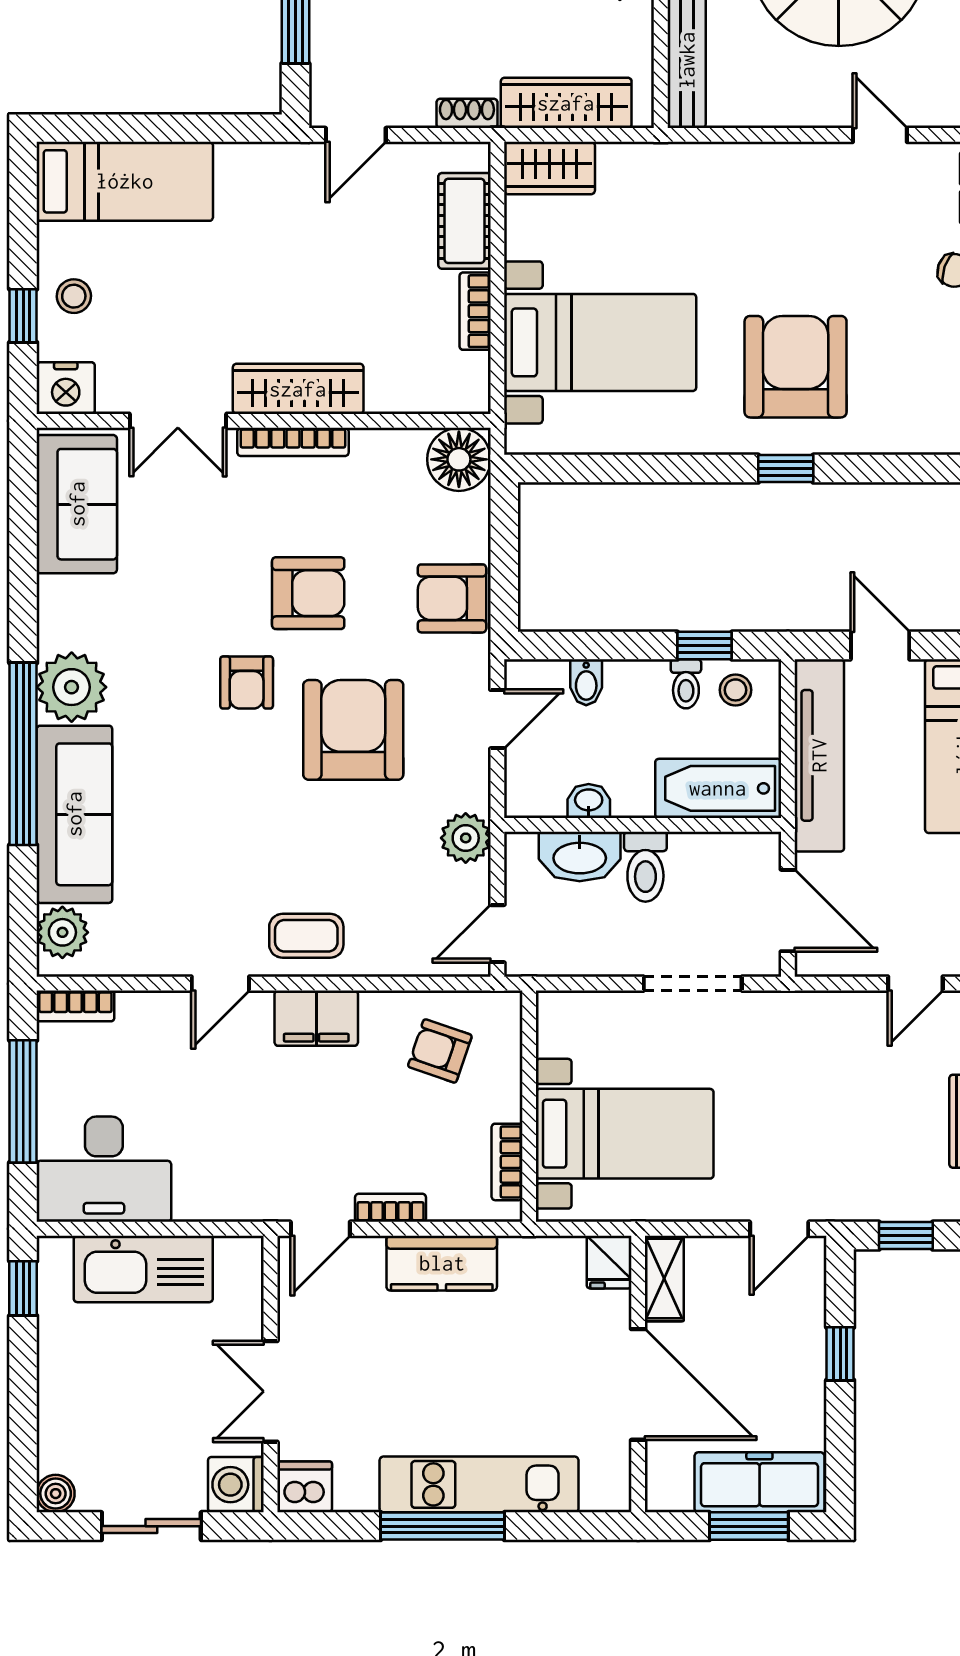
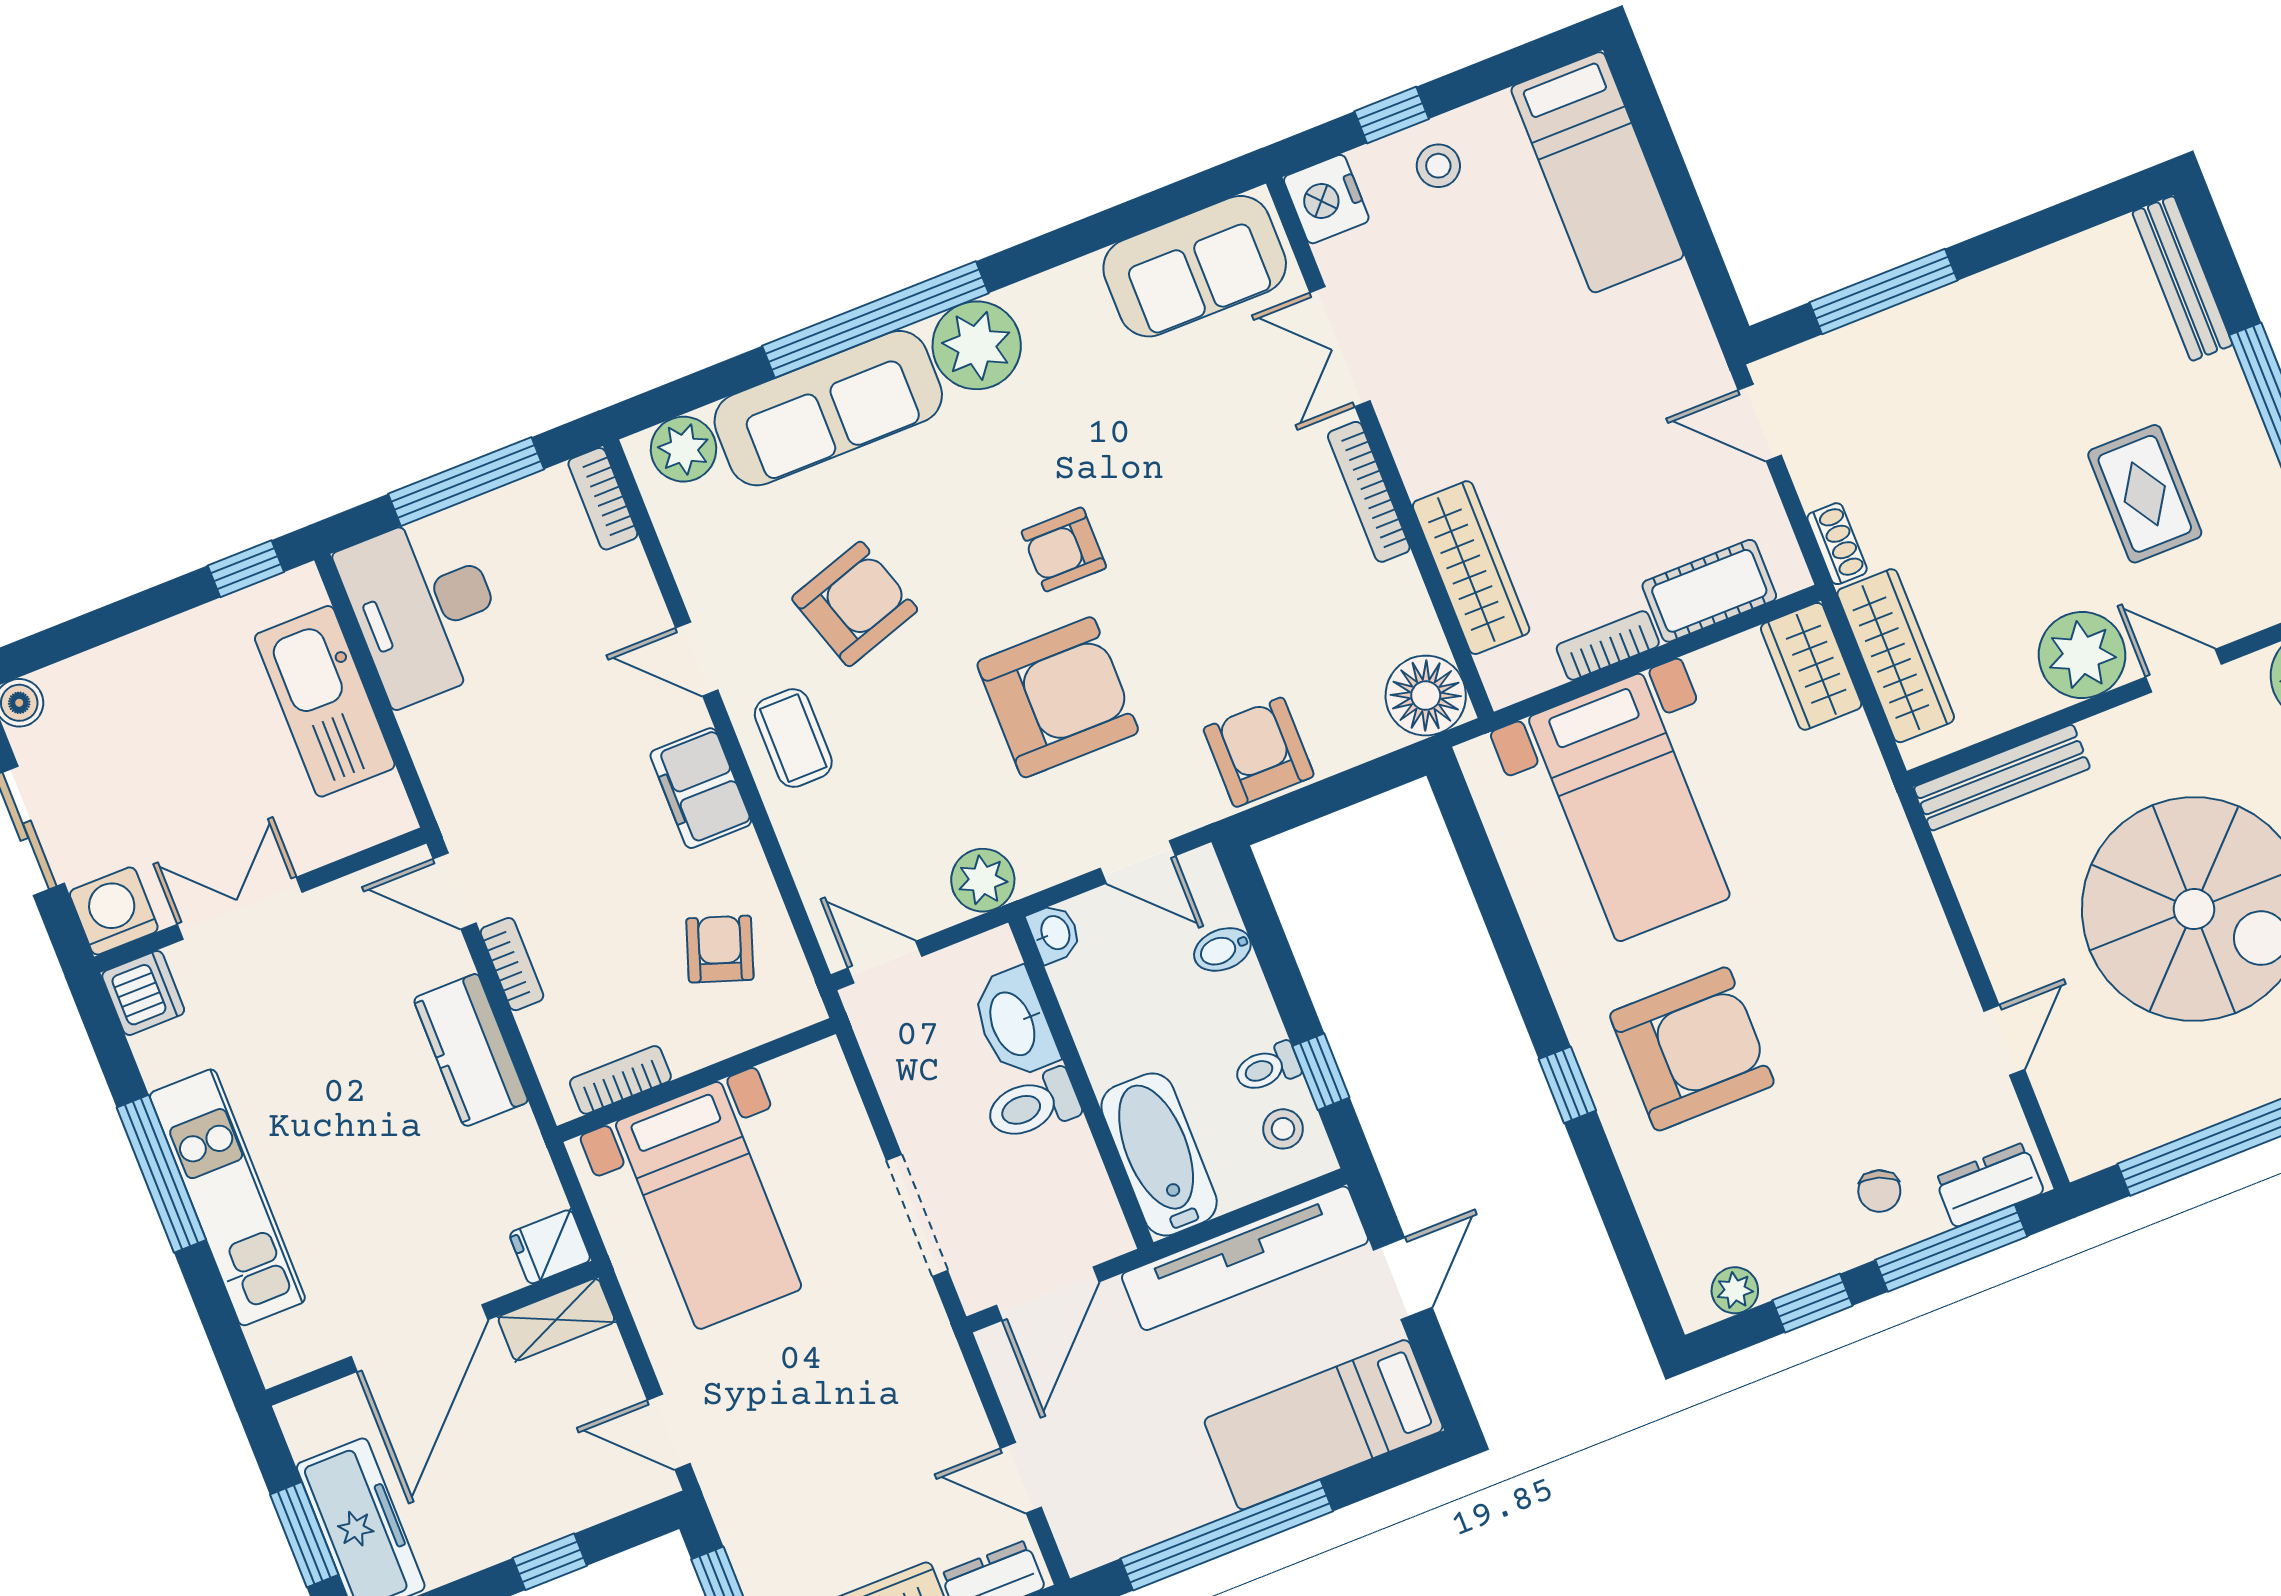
wardrobe: (298, 389) -> (1471, 568), moved
armchair: (308, 593) -> (855, 604), moved, turned -108
washbasin: (589, 801) -> (1054, 933), moved

